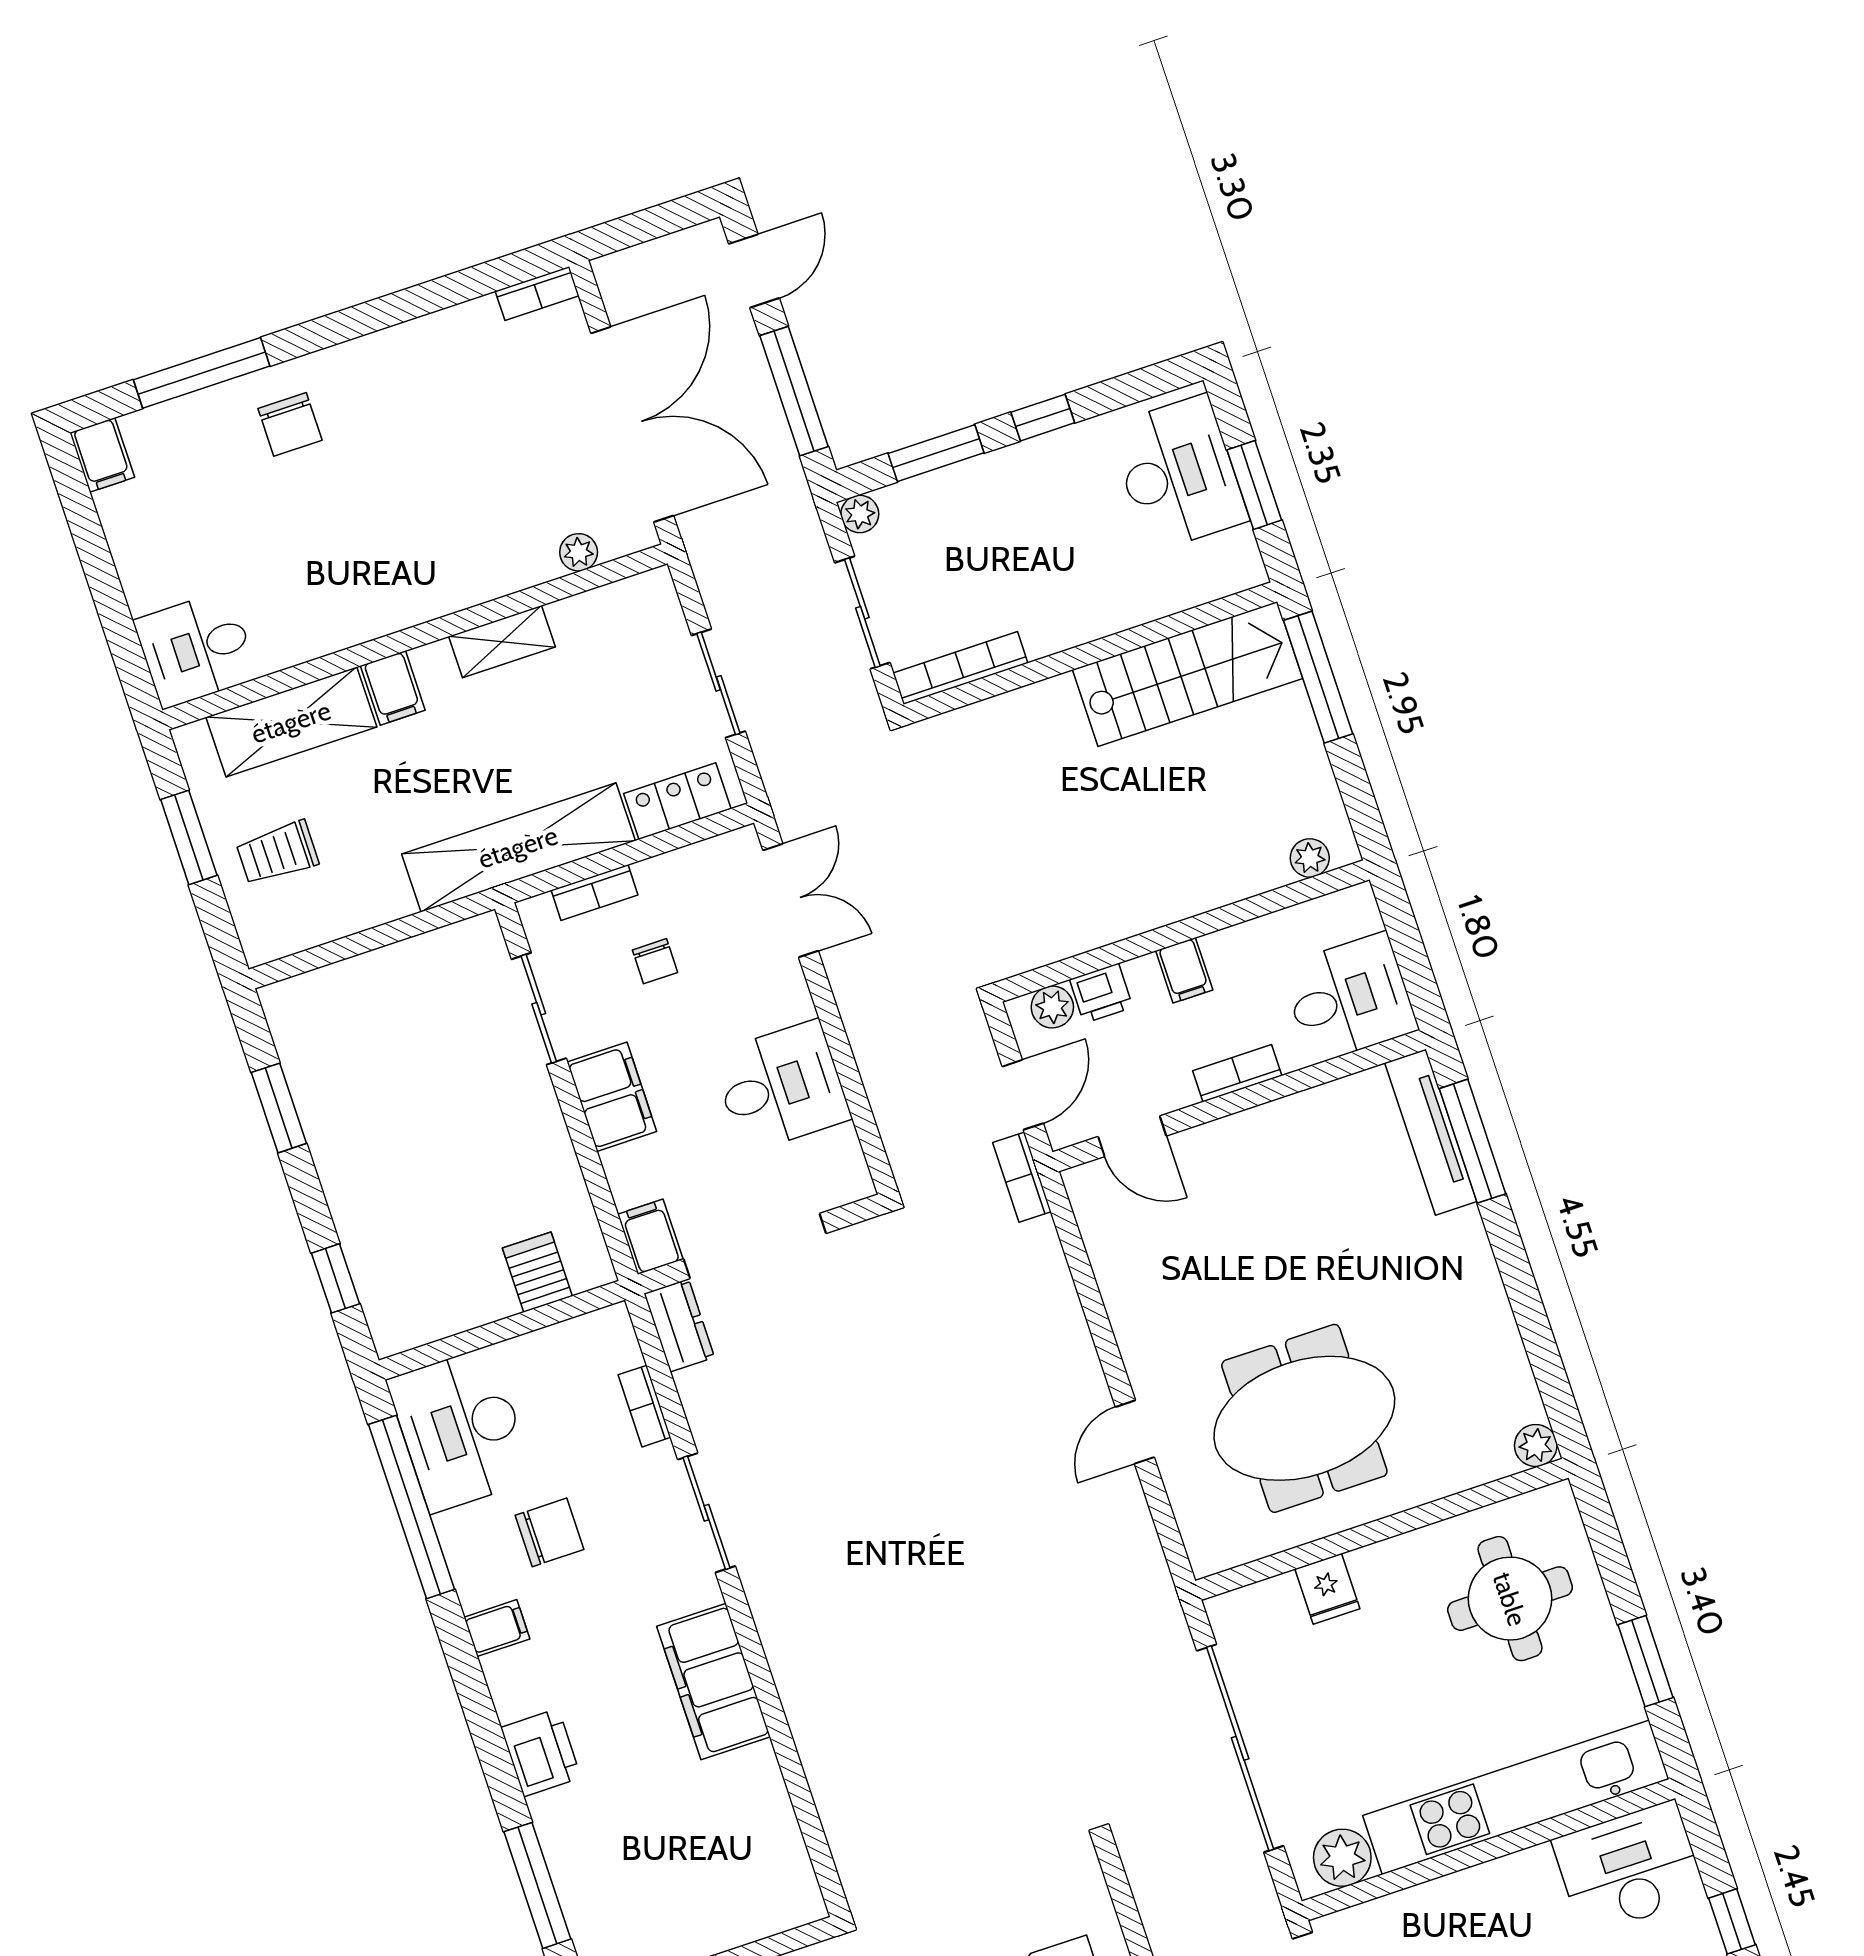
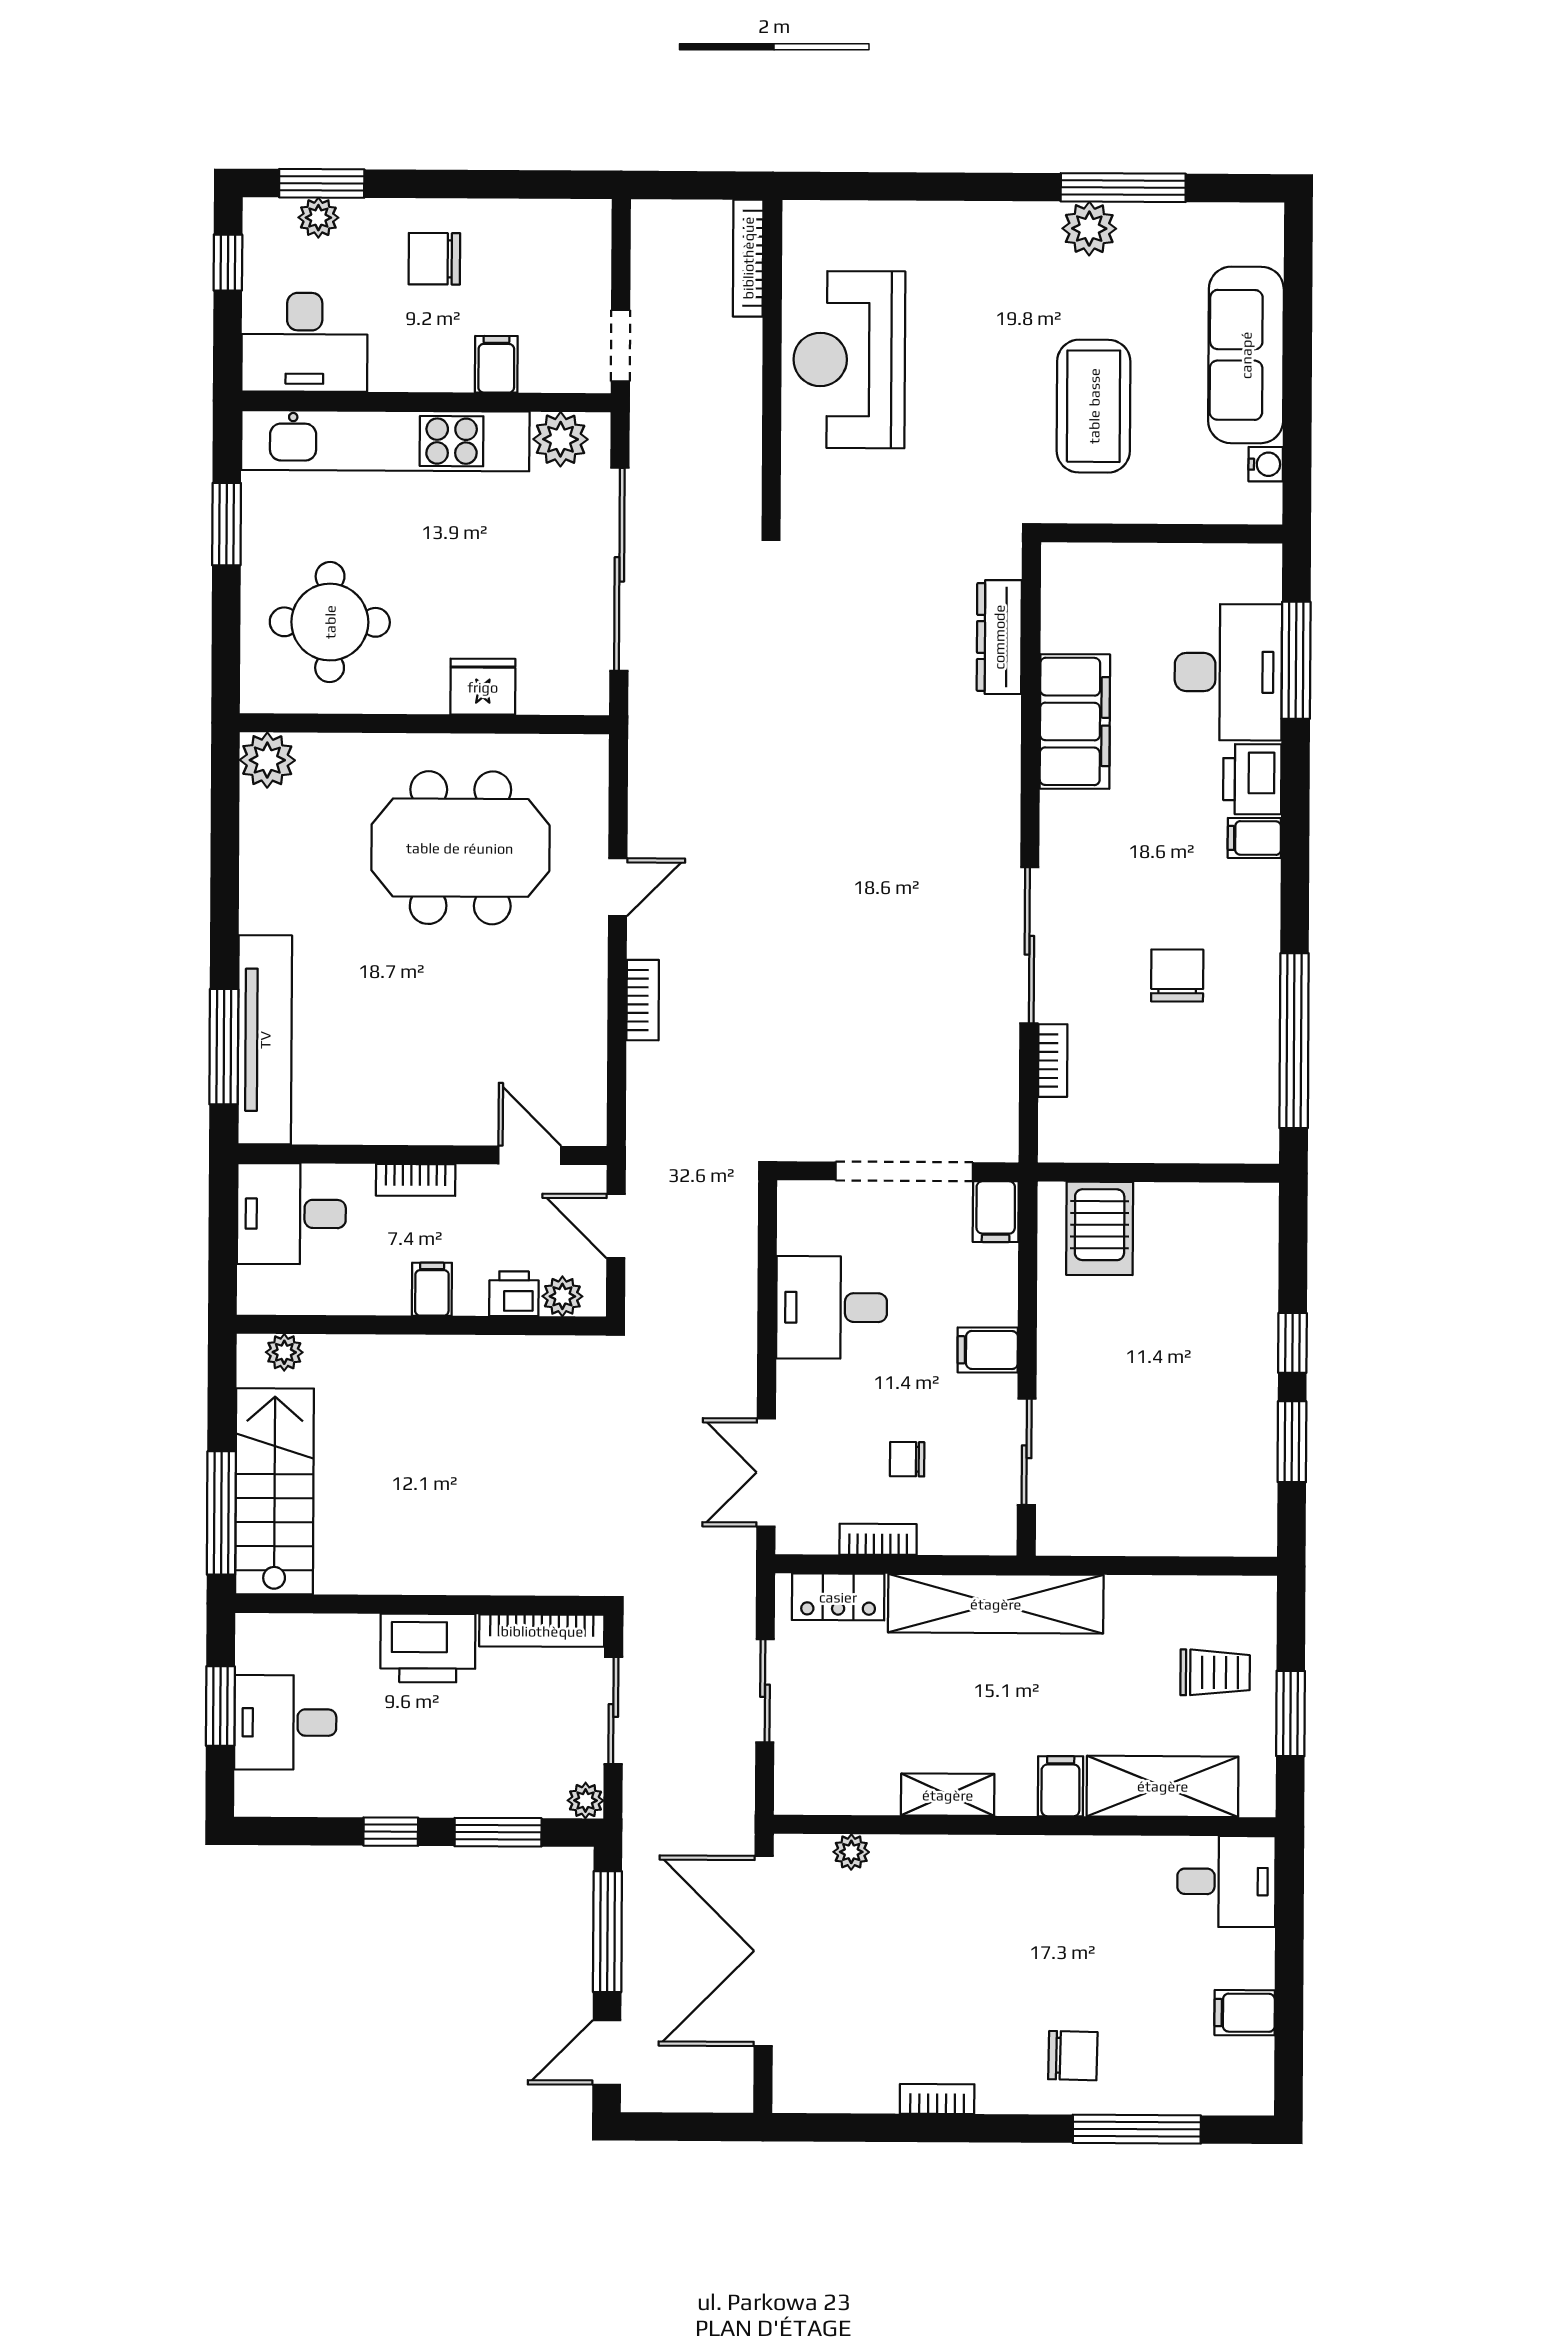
bookcase: (537, 293) -> (937, 2099), moved
chair: (290, 424) -> (1073, 2056), turned 91
filing cabinet: (102, 455) -> (1245, 2013), moved, turned -90
desk: (1178, 473) -> (285, 1722), width x0.73
printer: (1068, 612) -> (428, 1648), added
stairs: (1188, 674) -> (275, 1491), moved, turned 90
bookcase: (595, 893) -> (878, 1539), moved
chair: (655, 961) -> (907, 1459), turned -90
door: (1023, 1095) -> (616, 1226), hinge flipped
filing cabinet: (612, 1097) -> (988, 1350), width x0.50
tv unit: (1431, 1132) -> (265, 1040), width x1.36, depth x1.29
bookcase: (1022, 1177) -> (643, 1000), moved
server rack: (537, 1272) -> (1100, 1228), width x1.36, depth x1.44
window: (335, 1278) -> (1292, 1343), moved
dresser: (679, 1325) -> (999, 637), moved, width x1.44
desk: (461, 1430) -> (1228, 672), moved
plant: (1536, 1445) -> (267, 760), width x1.38, depth x1.38
sliding door: (706, 1513) -> (1029, 945), width x1.37
chair: (549, 1532) -> (1177, 975), turned 90
fridge: (1327, 1589) -> (483, 687), width x1.38
filing cabinet: (497, 1628) -> (1254, 838), moved
filing cabinet: (714, 1682) -> (1075, 721), moved
filing cabinet: (1431, 1911) -> (496, 364), added

